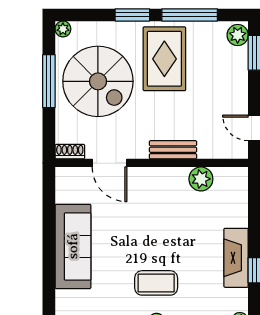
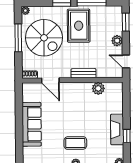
plant: (238, 35) -> (117, 41), moved

